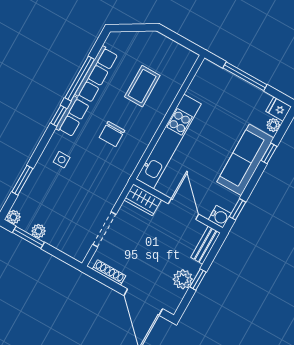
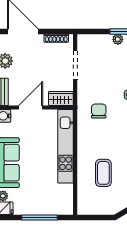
chair: (112, 134) -> (99, 111), moved
door: (184, 209) -> (31, 107), swing flipped

